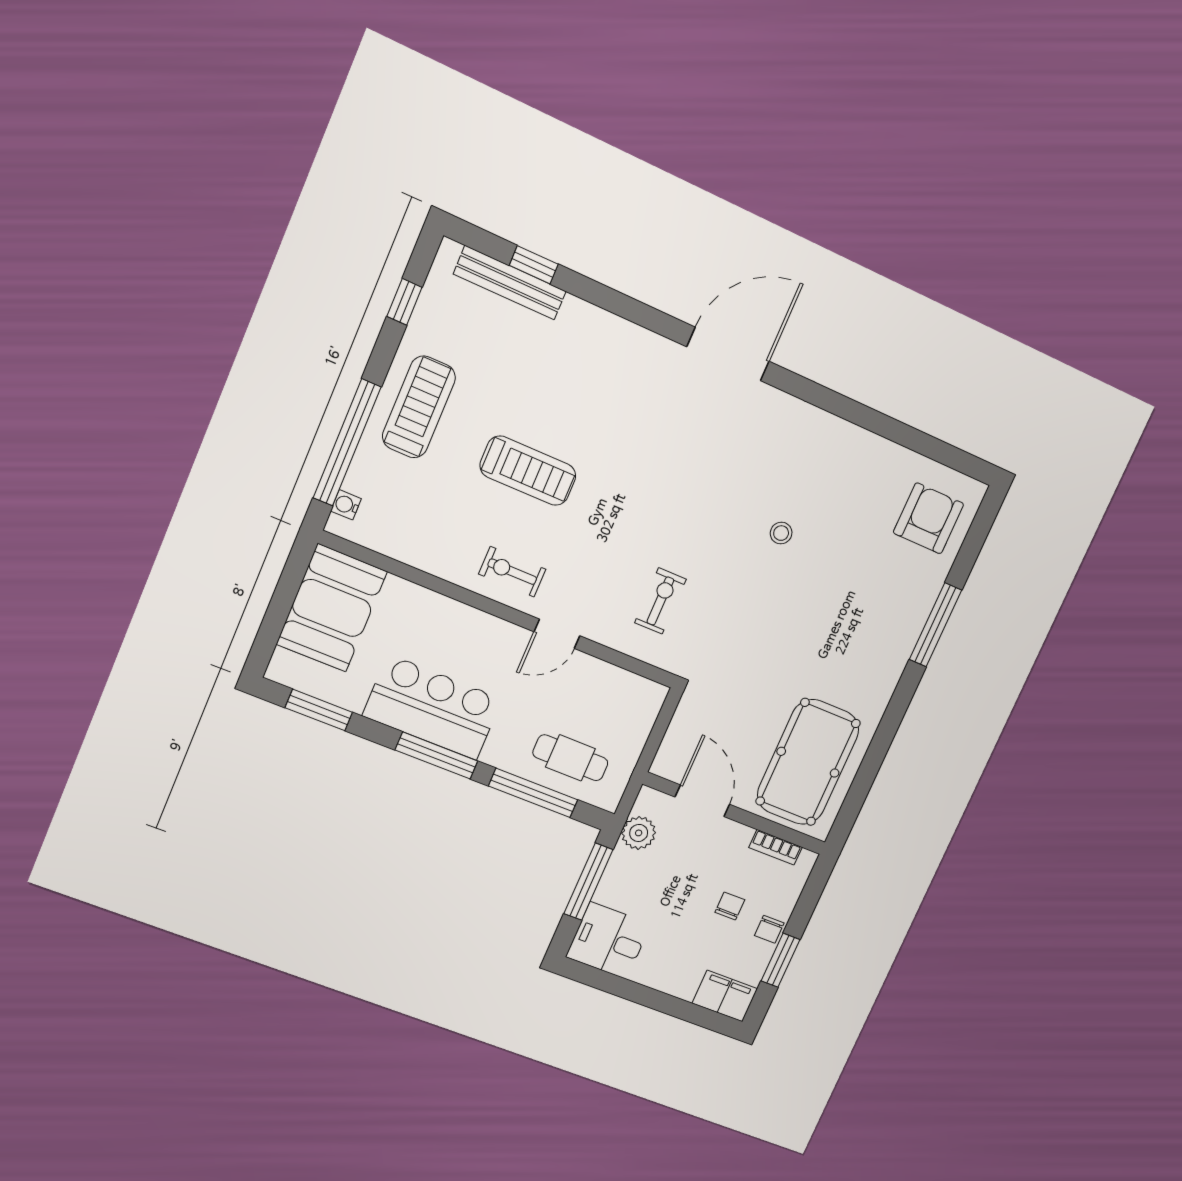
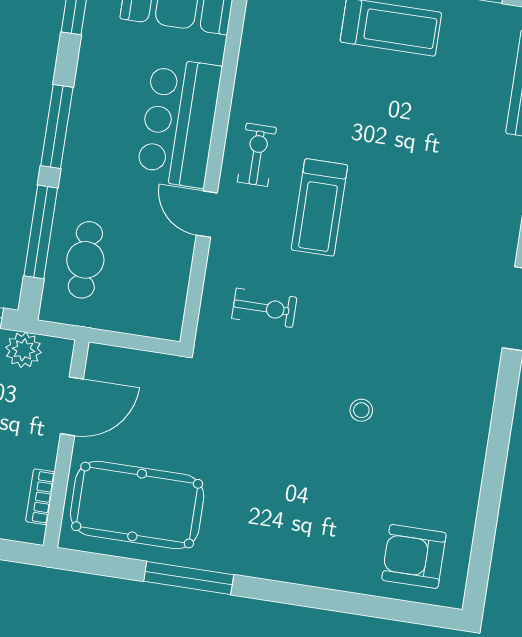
treadmill: (528, 471) -> (319, 207), moved
armchair: (928, 518) -> (414, 556), turned 180
window: (935, 625) -> (189, 578), moved
bar counter: (432, 707) -> (179, 122), moved, turned 180

